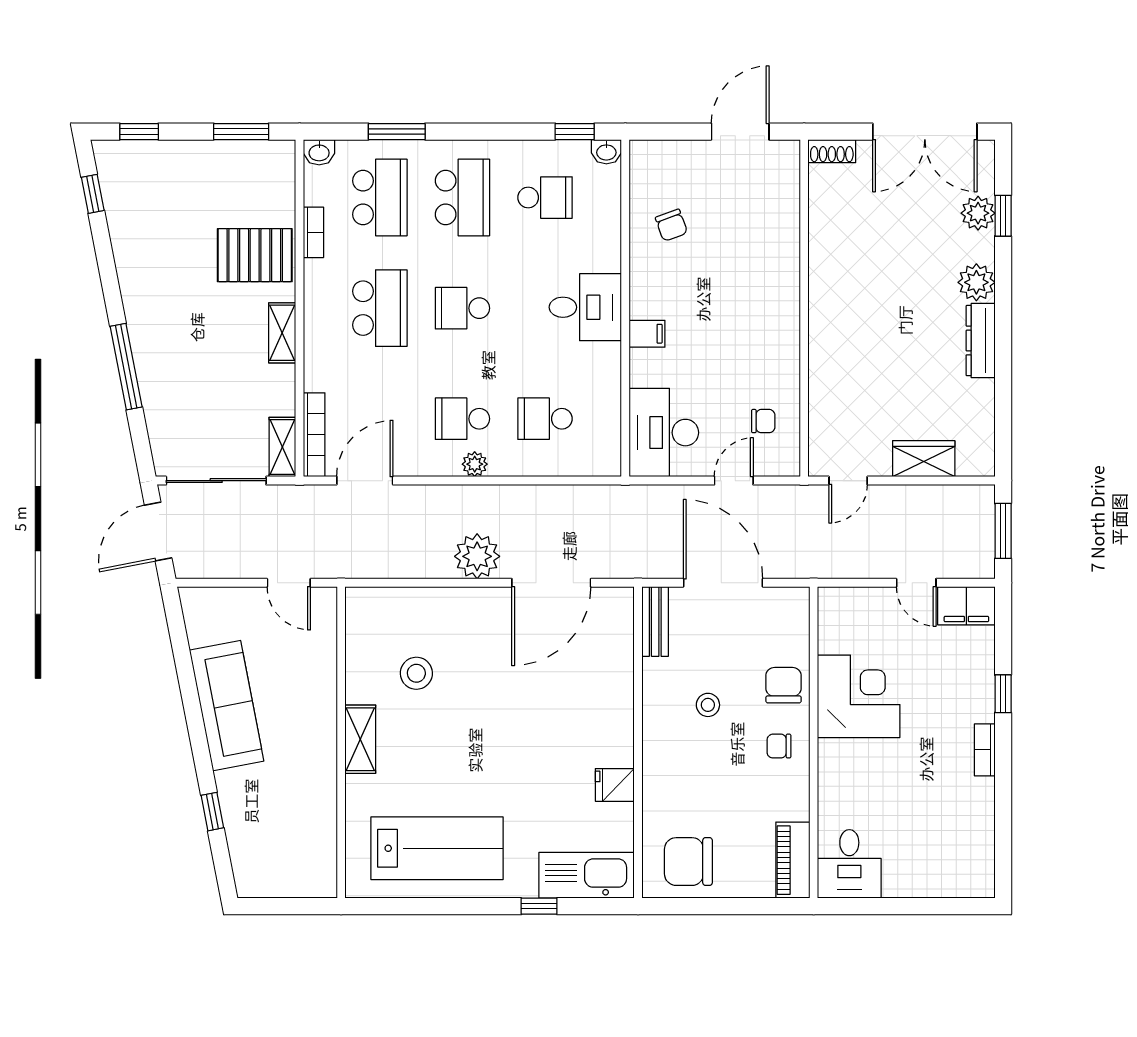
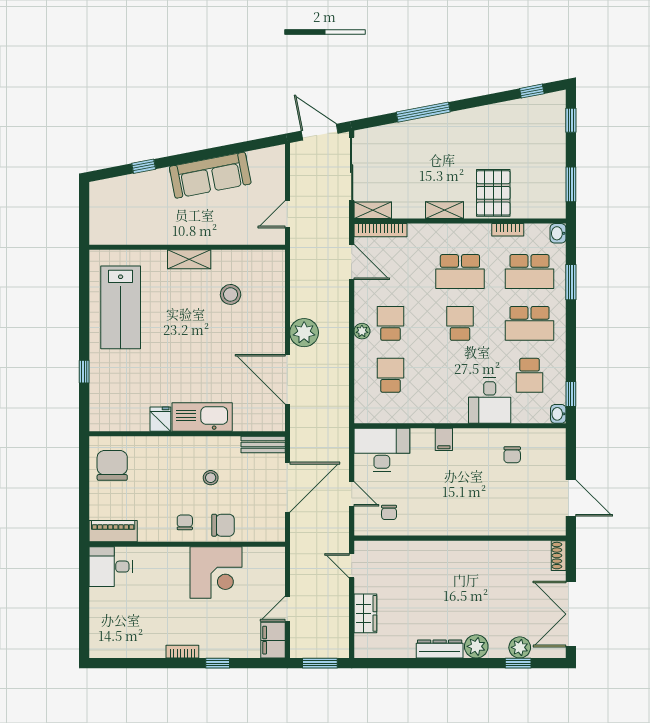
chair: (671, 225) -> (512, 455), turned -70
desk: (585, 307) -> (490, 401), moved
kitchen sink: (587, 875) -> (202, 417), moved, turned -90

